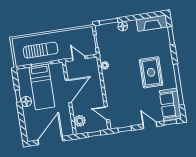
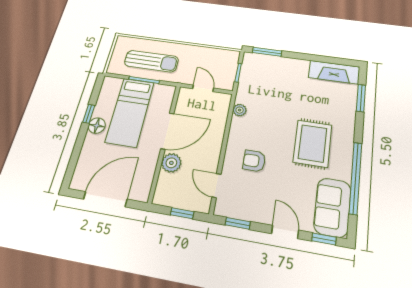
floor lamp: (123, 26) -> (287, 64), removed
armchair: (123, 93) -> (254, 161), added
plant: (80, 121) -> (171, 163), moved

